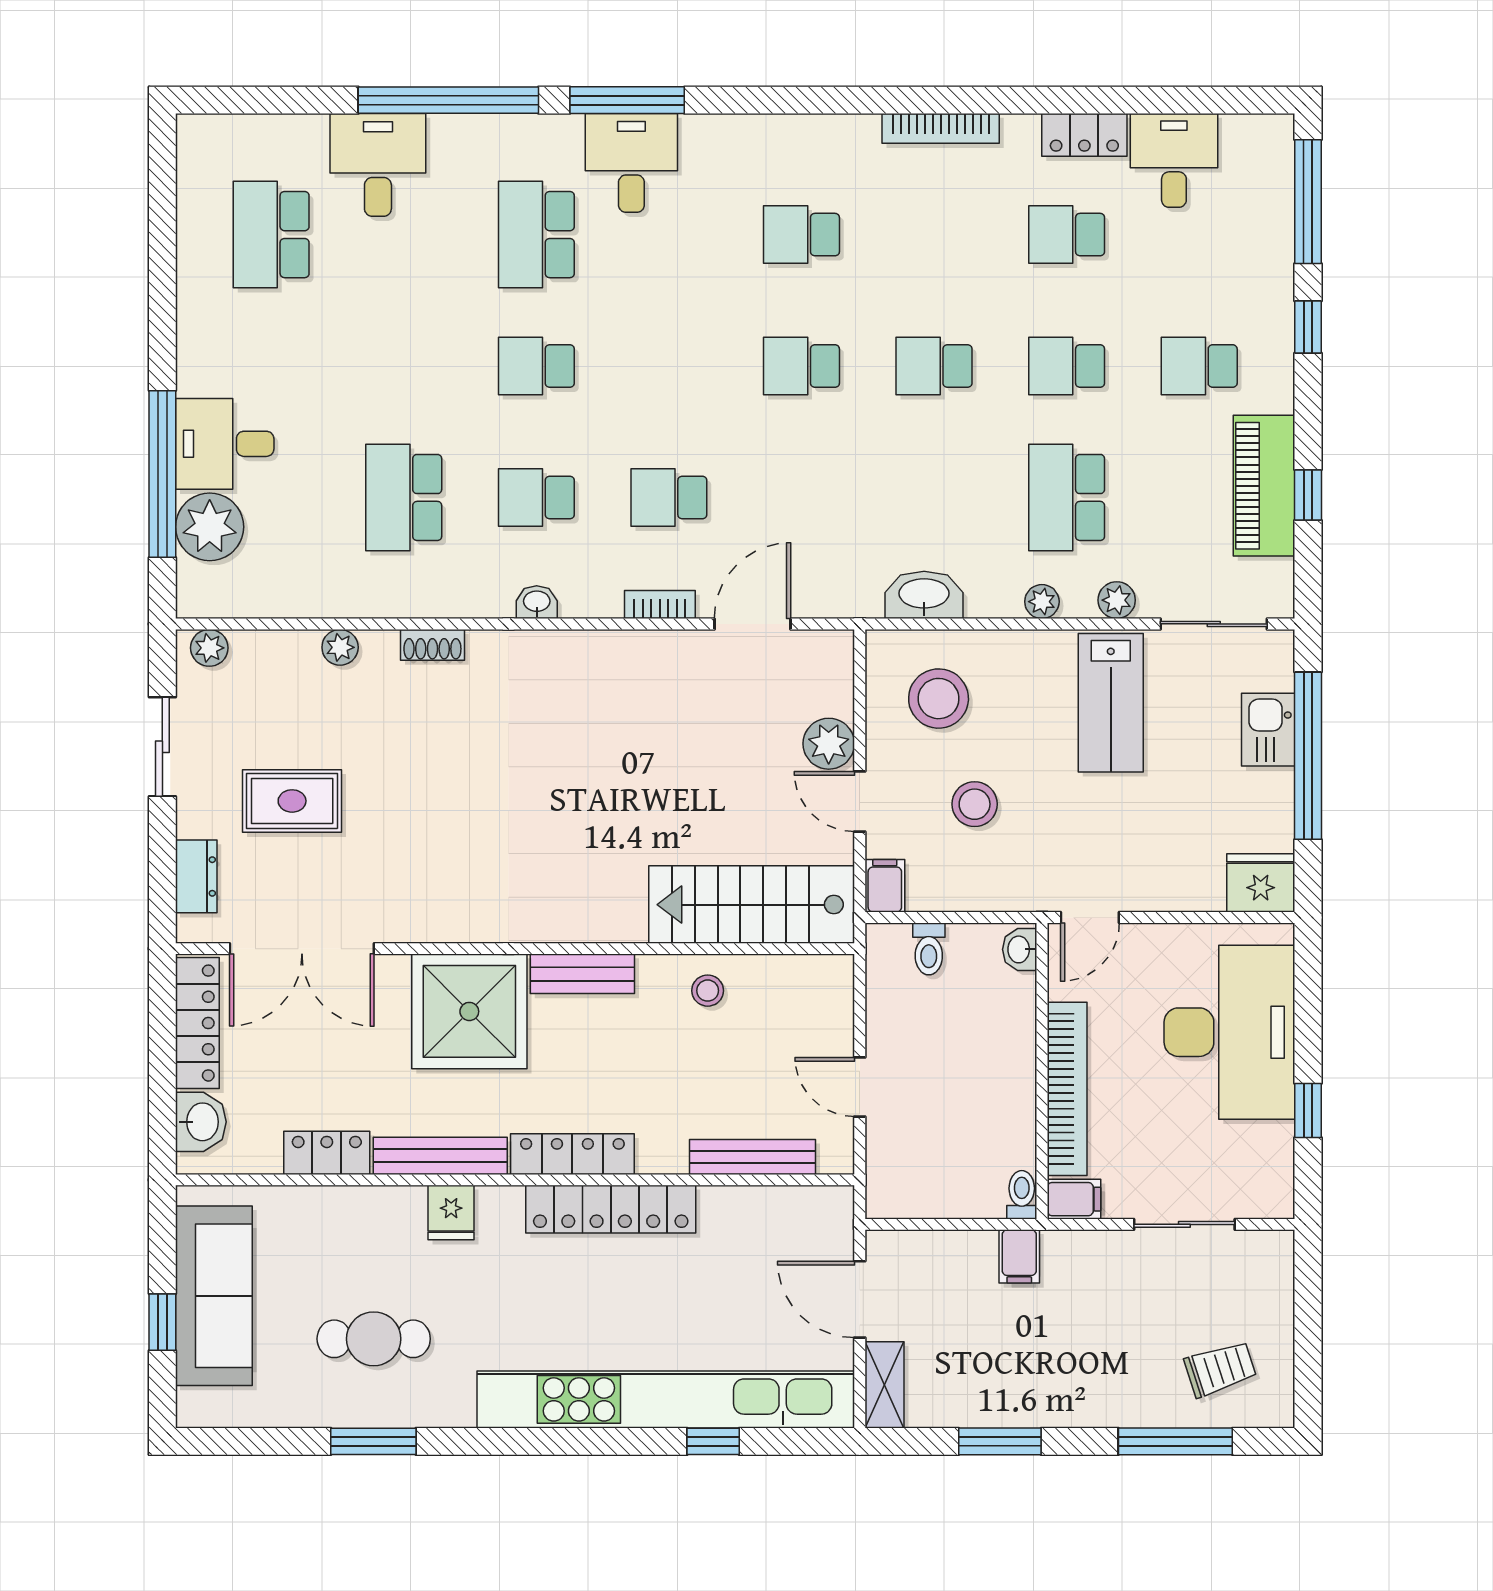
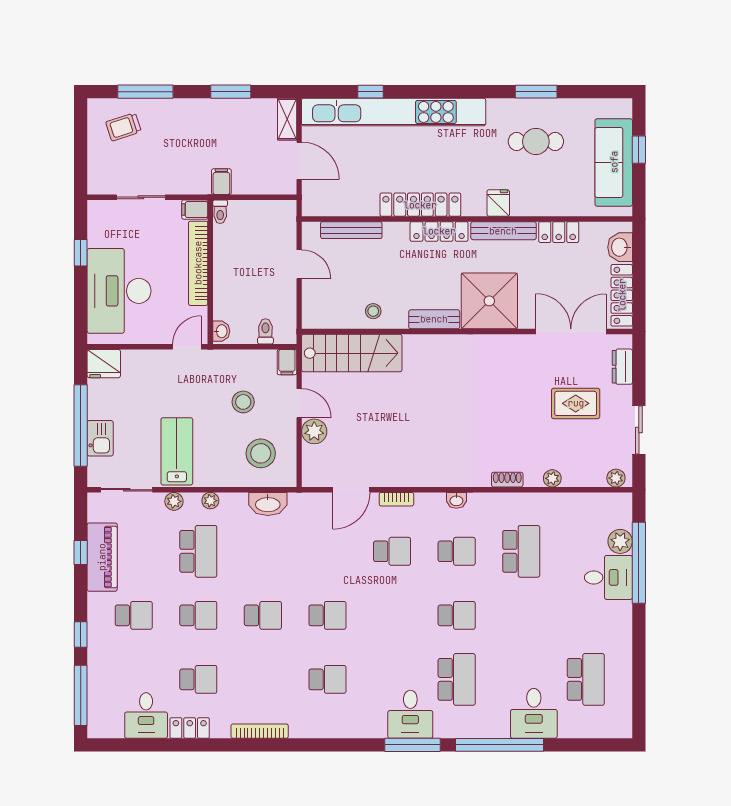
plant: (210, 527) -> (620, 541), width x0.73, depth x0.73

